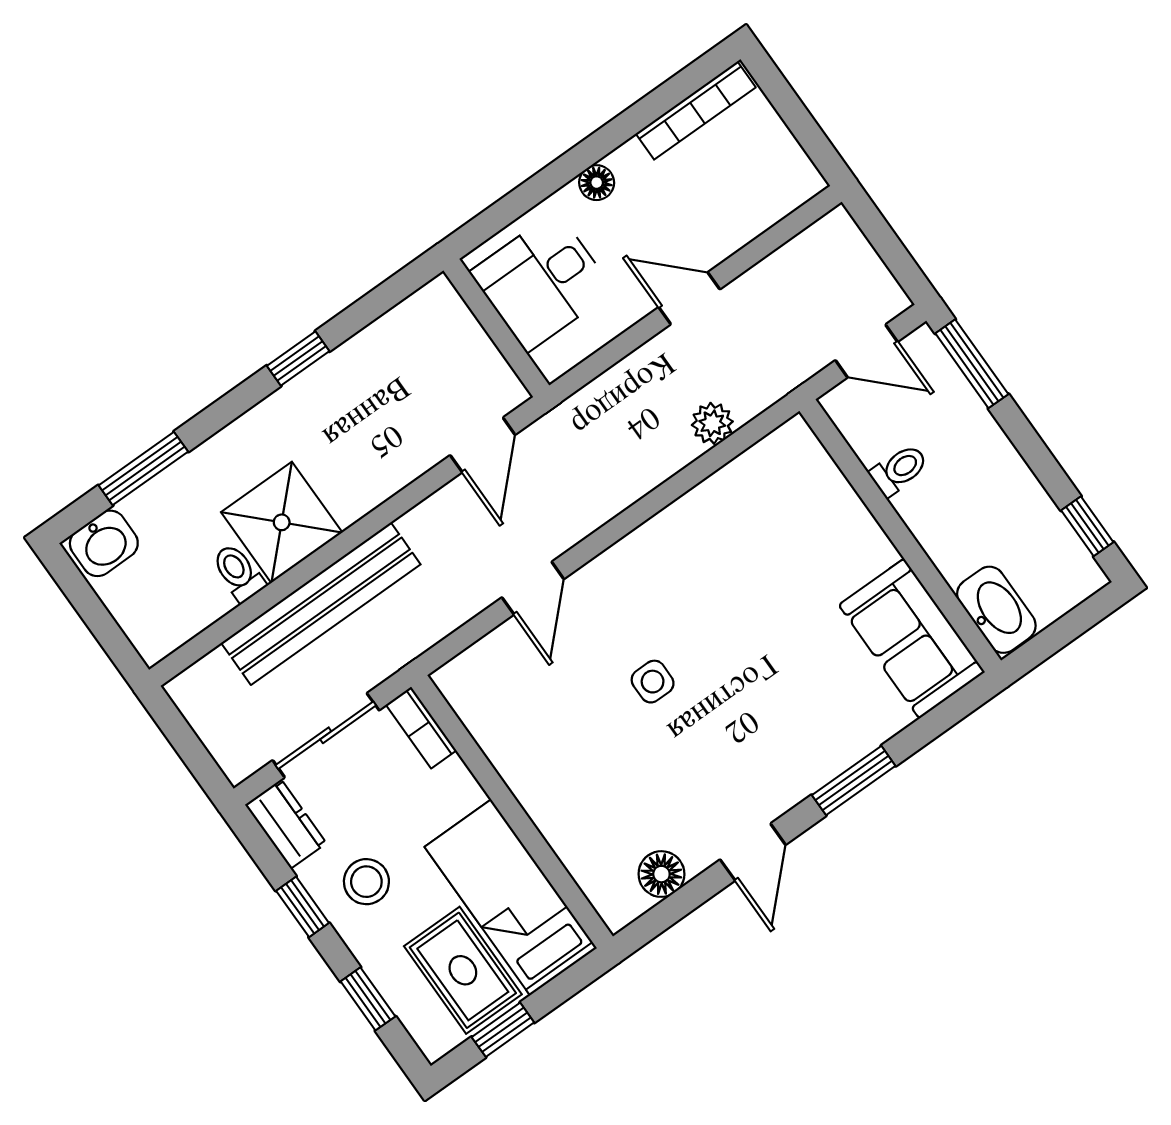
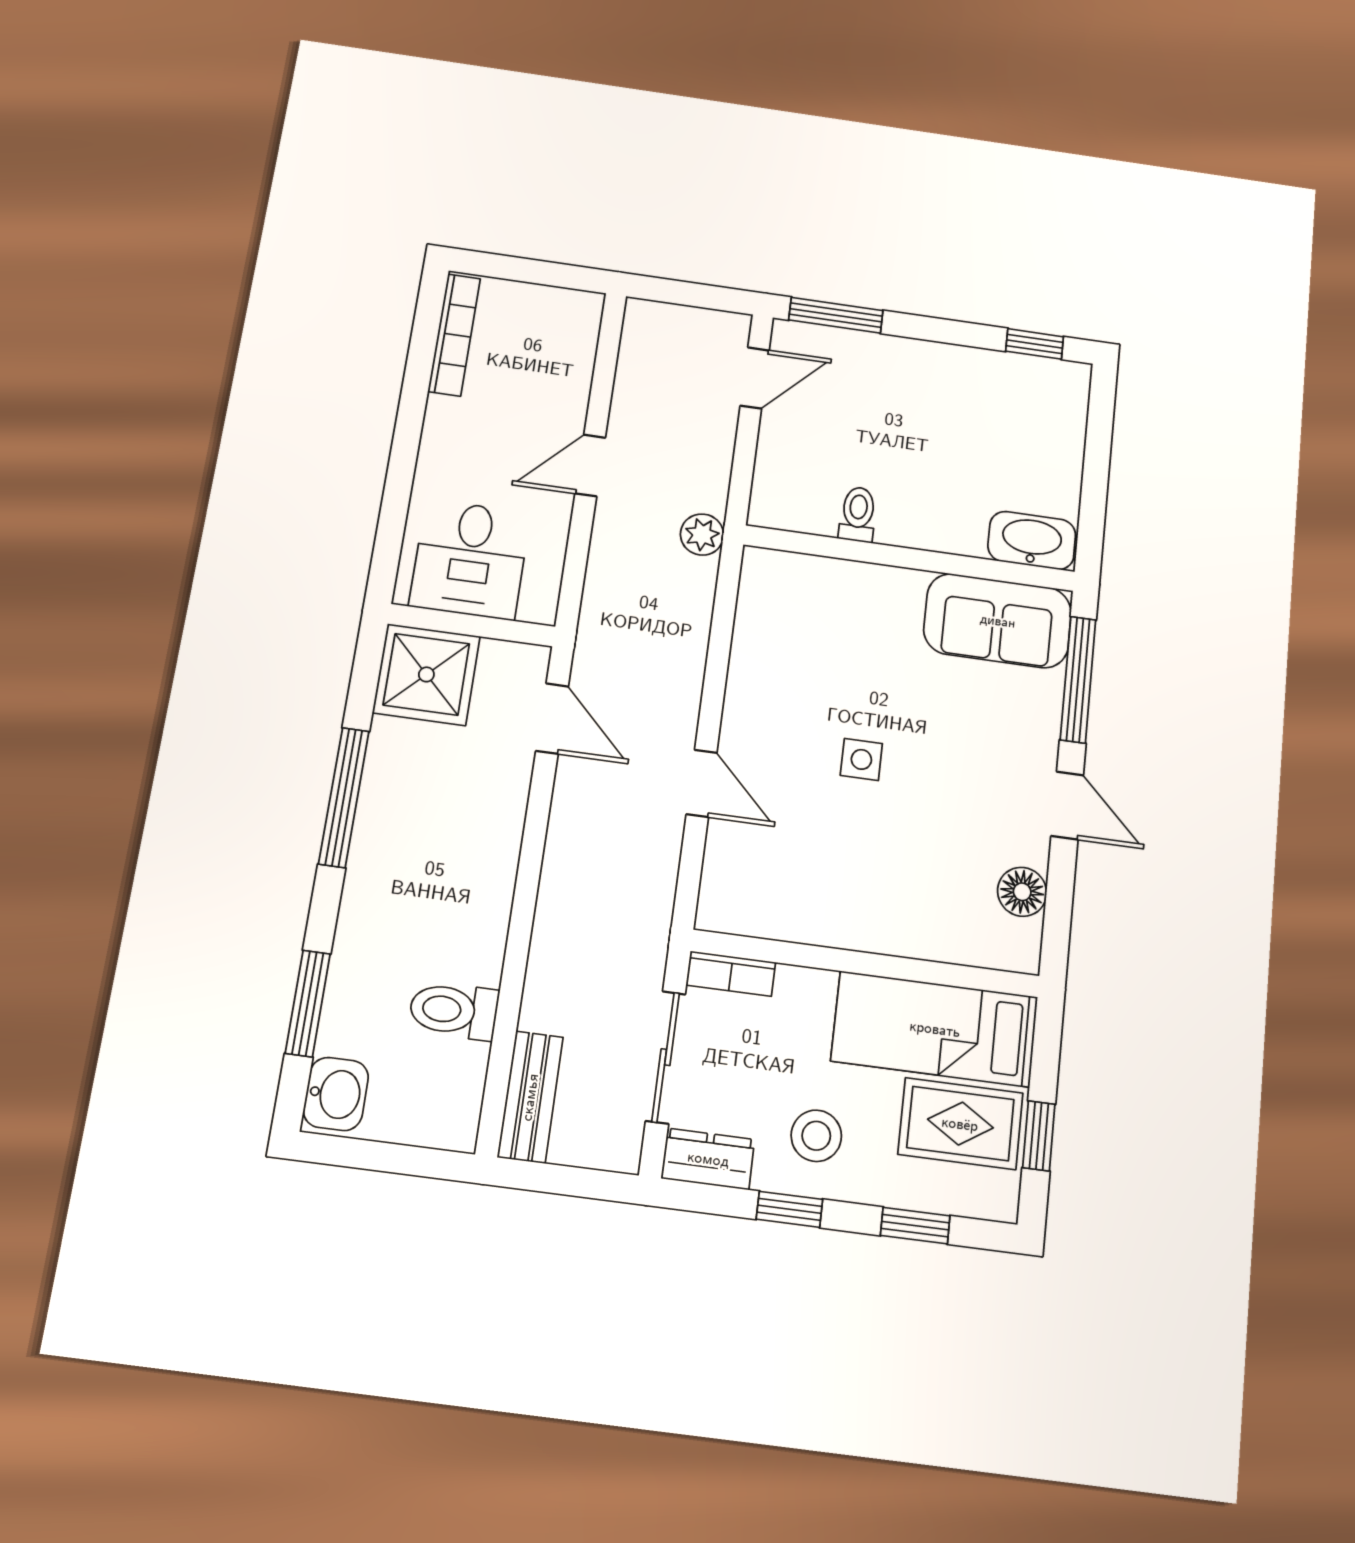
floor lamp: (597, 183) -> (436, 452), removed
window: (298, 359) -> (344, 797), width x2.17
toilet: (899, 470) -> (858, 514), moved
shower: (282, 522) -> (426, 674), moved
wall: (900, 536) -> (910, 558), moved
toilet: (238, 573) -> (454, 1010), width x1.37, depth x1.39
bench: (321, 604) -> (530, 1097), moved, width x0.54, depth x0.82
washbasin: (996, 610) -> (1032, 540), moved
sofa: (912, 638) -> (998, 621), moved
window: (854, 781) -> (1078, 679), width x1.44

